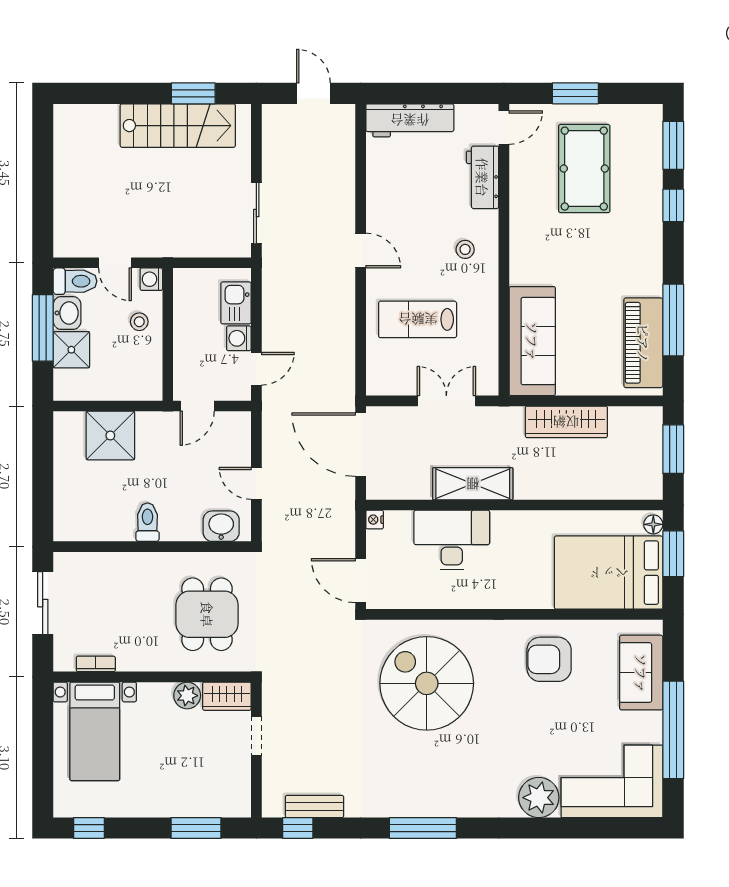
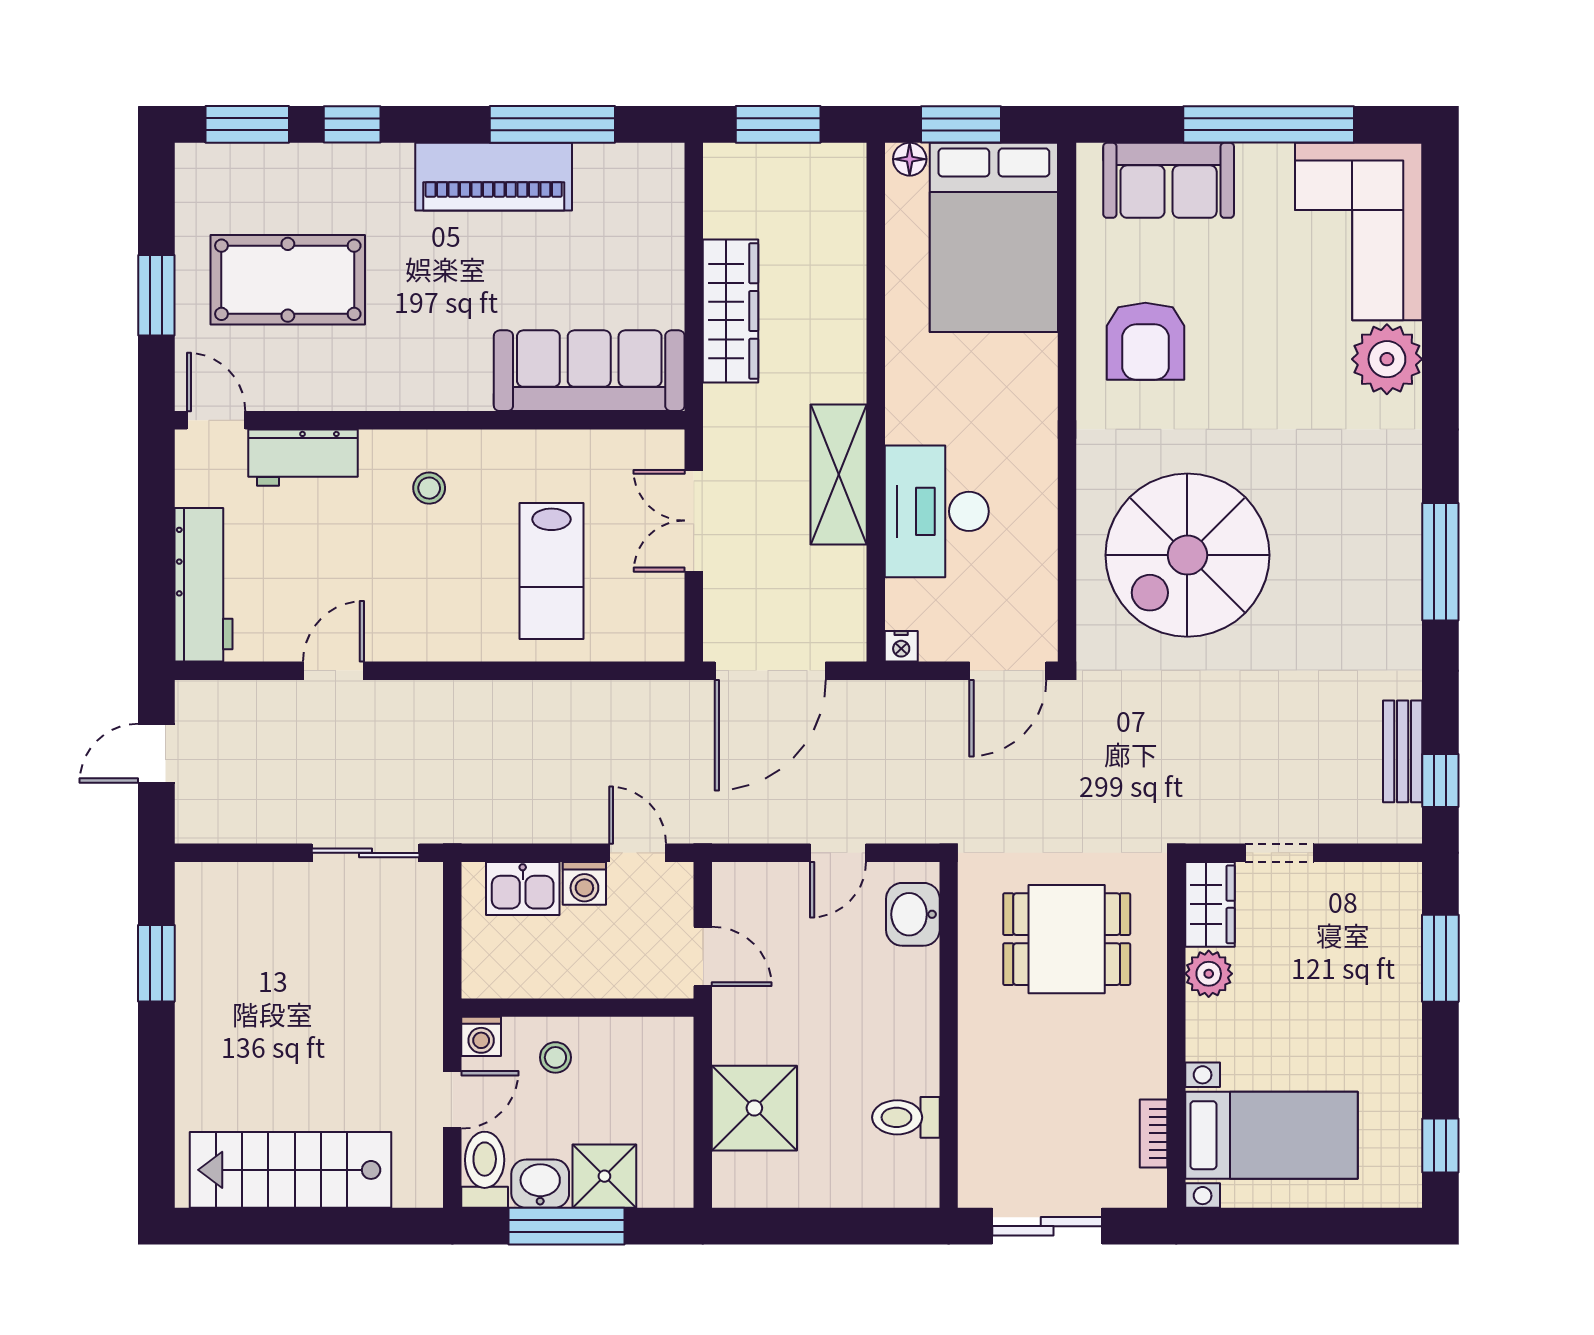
stairs: (178, 126) -> (290, 1170), moved, turned -90
door: (361, 251) -> (334, 671), moved
piano: (643, 343) -> (494, 177), moved
toilet: (147, 522) -> (906, 1117), moved

